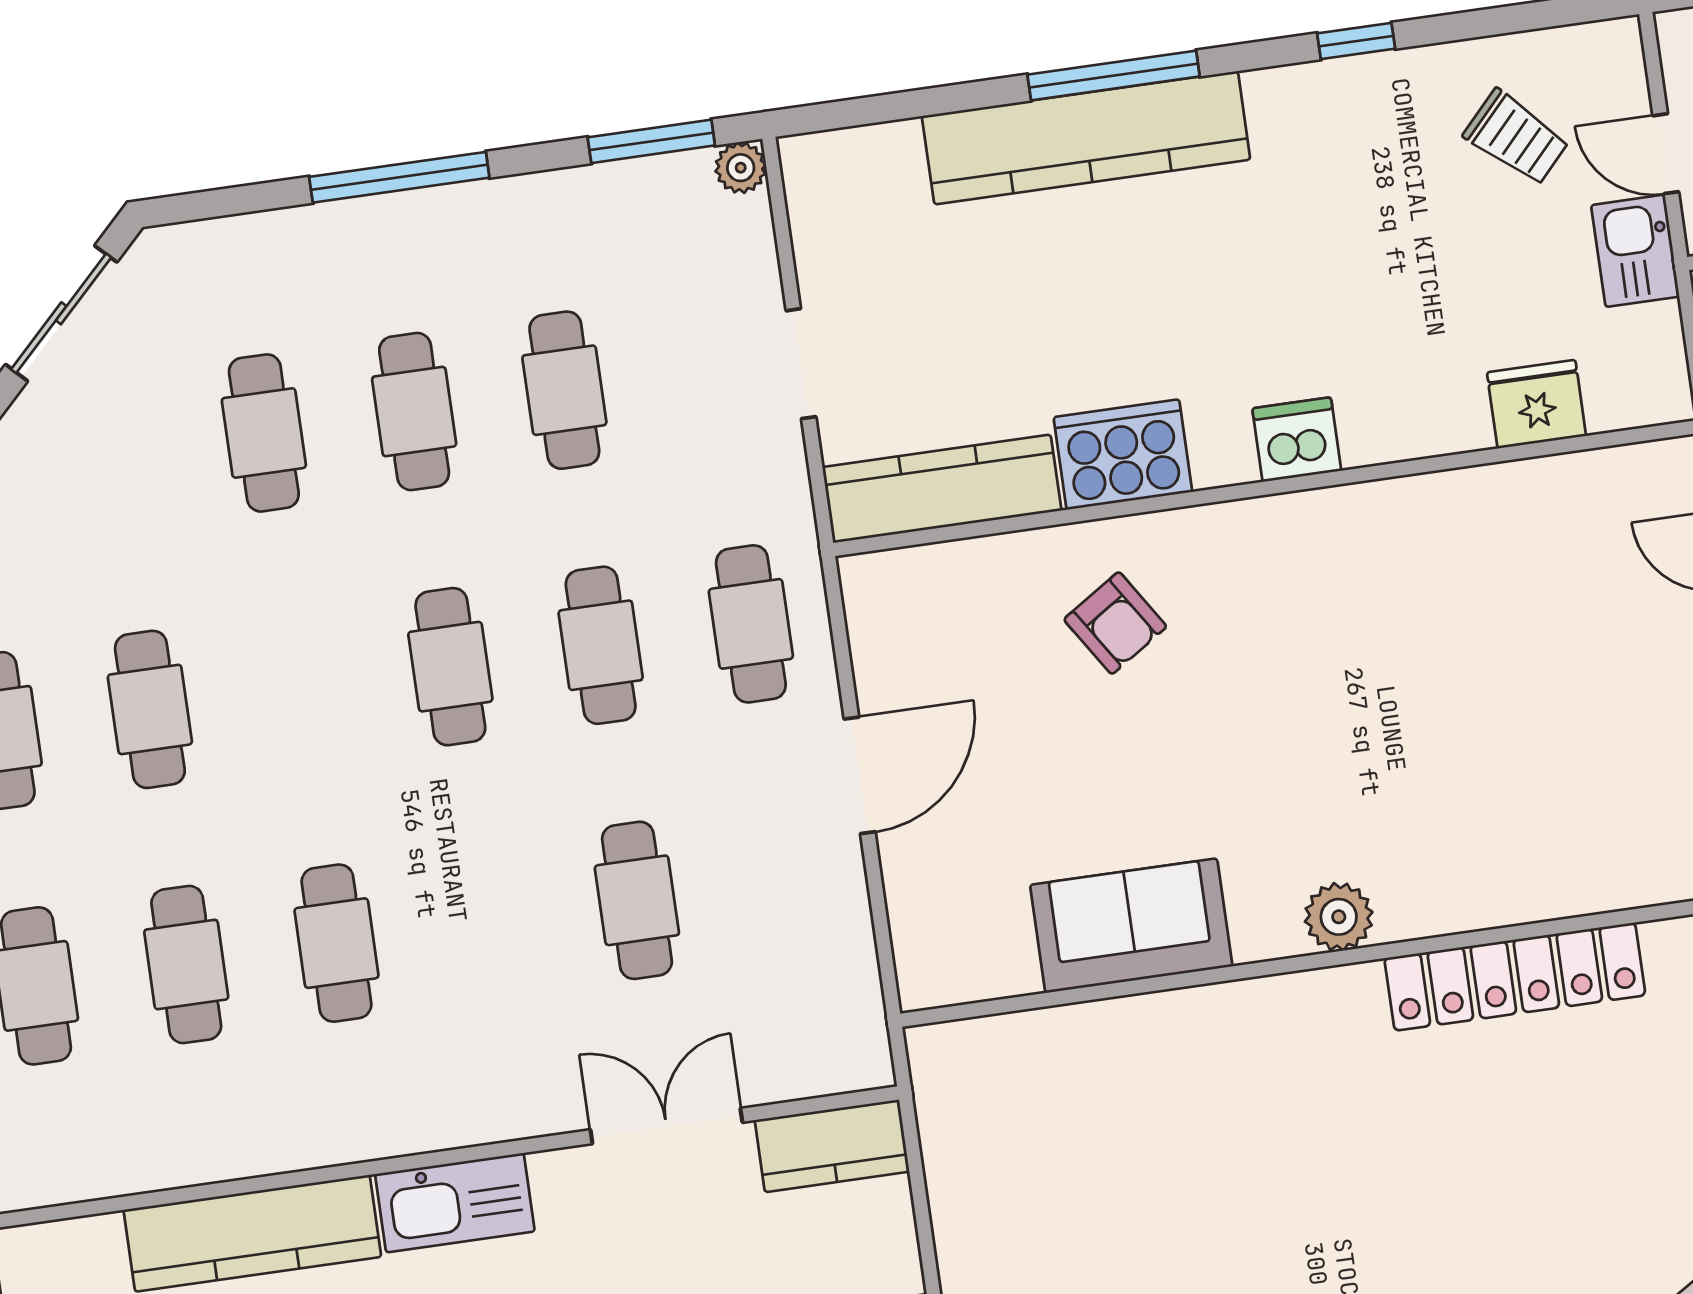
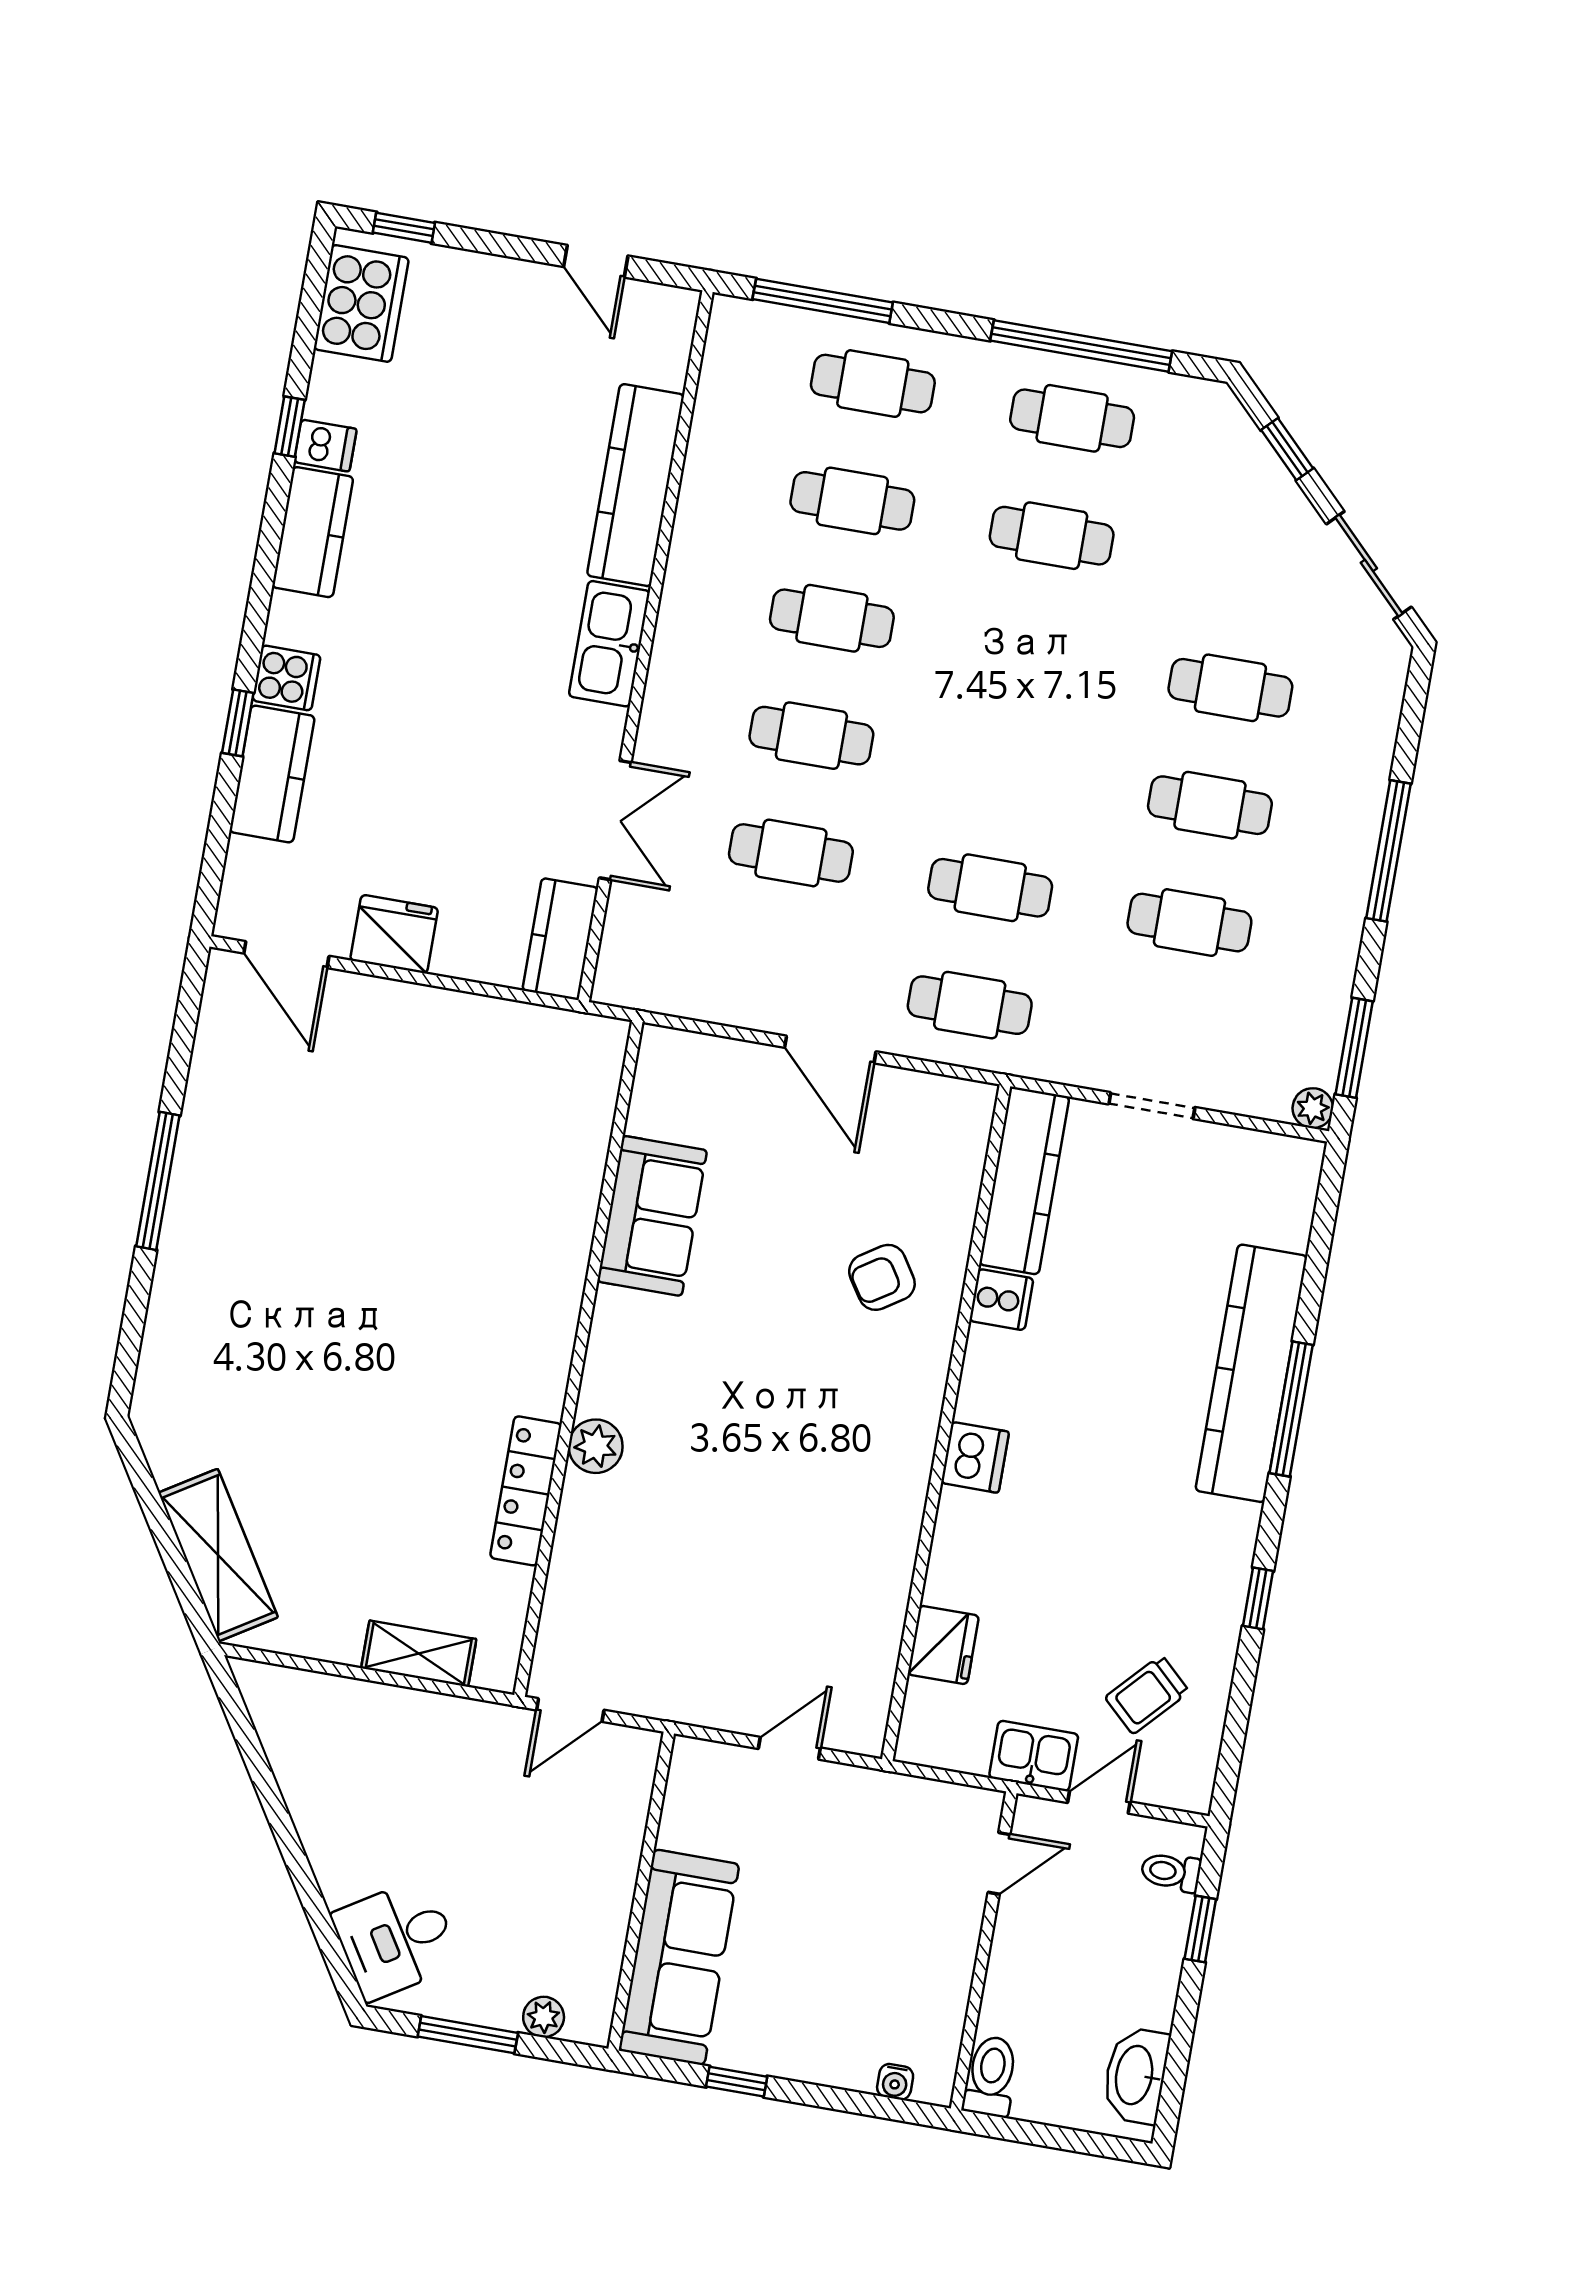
cooker: (1123, 455) -> (1001, 1300), width x0.53, depth x0.76
cafe table: (450, 667) -> (811, 736), moved
plant: (1339, 917) -> (596, 1446), moved
locker: (1515, 977) -> (526, 1491), width x0.71, depth x0.83

